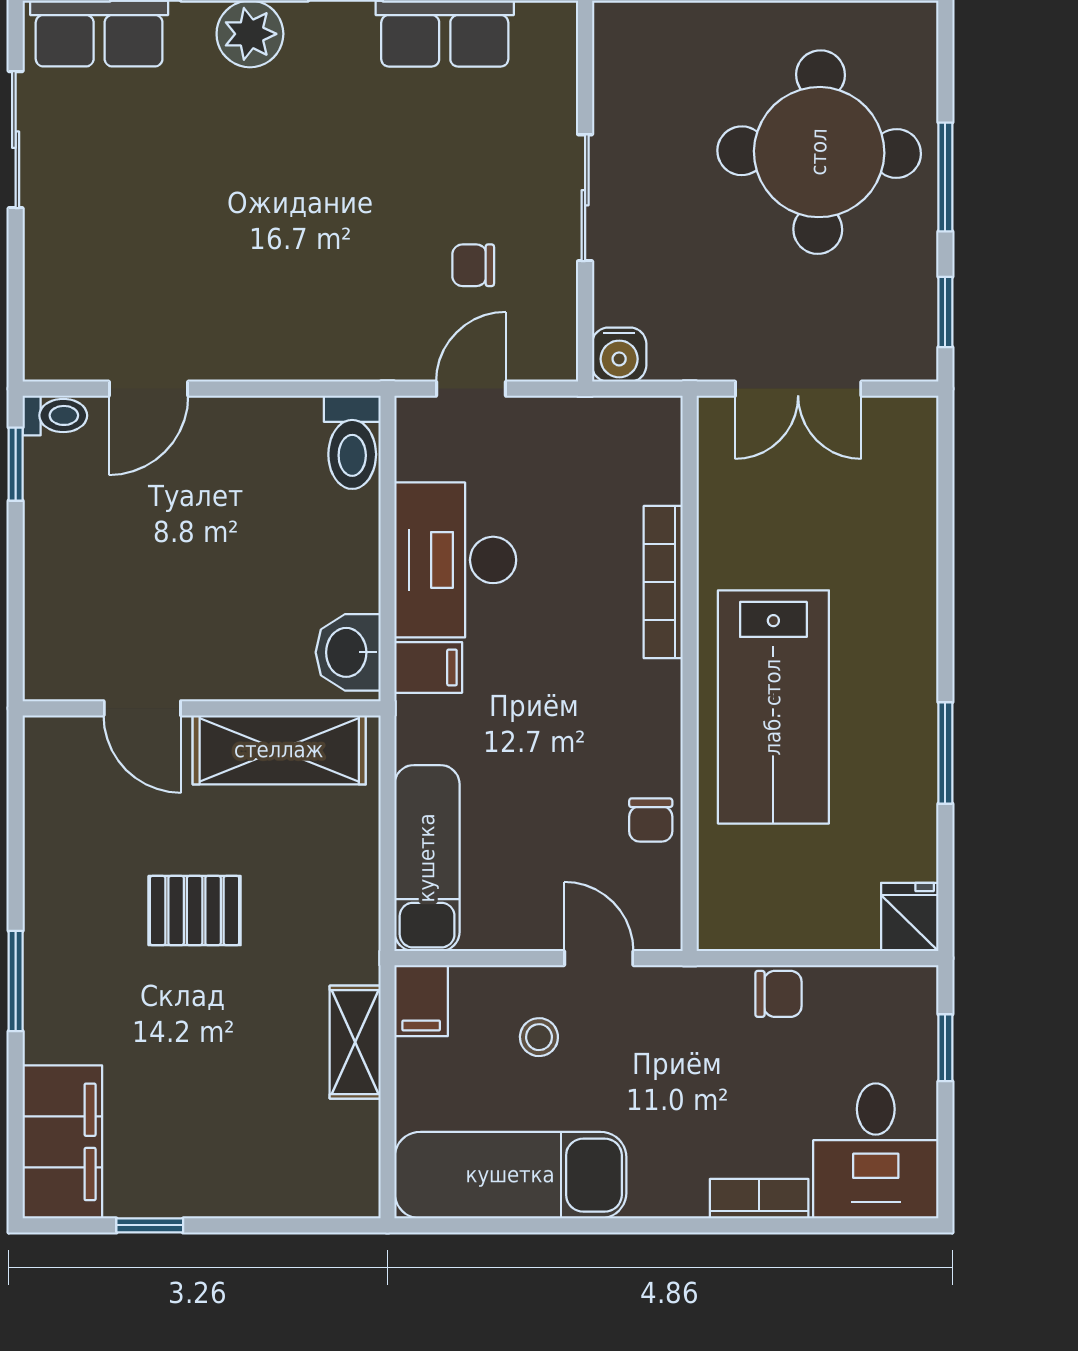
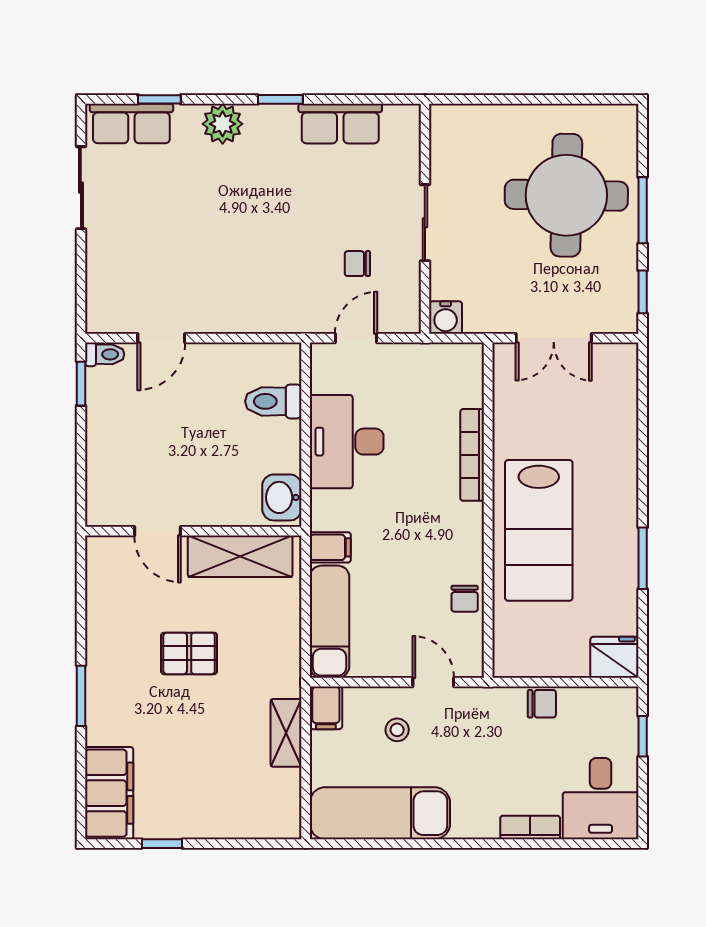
toilet: (352, 442) -> (273, 401), moved, turned 90
filing cabinet: (428, 667) -> (330, 547), moved
fridge: (910, 917) -> (614, 657), width x1.38

